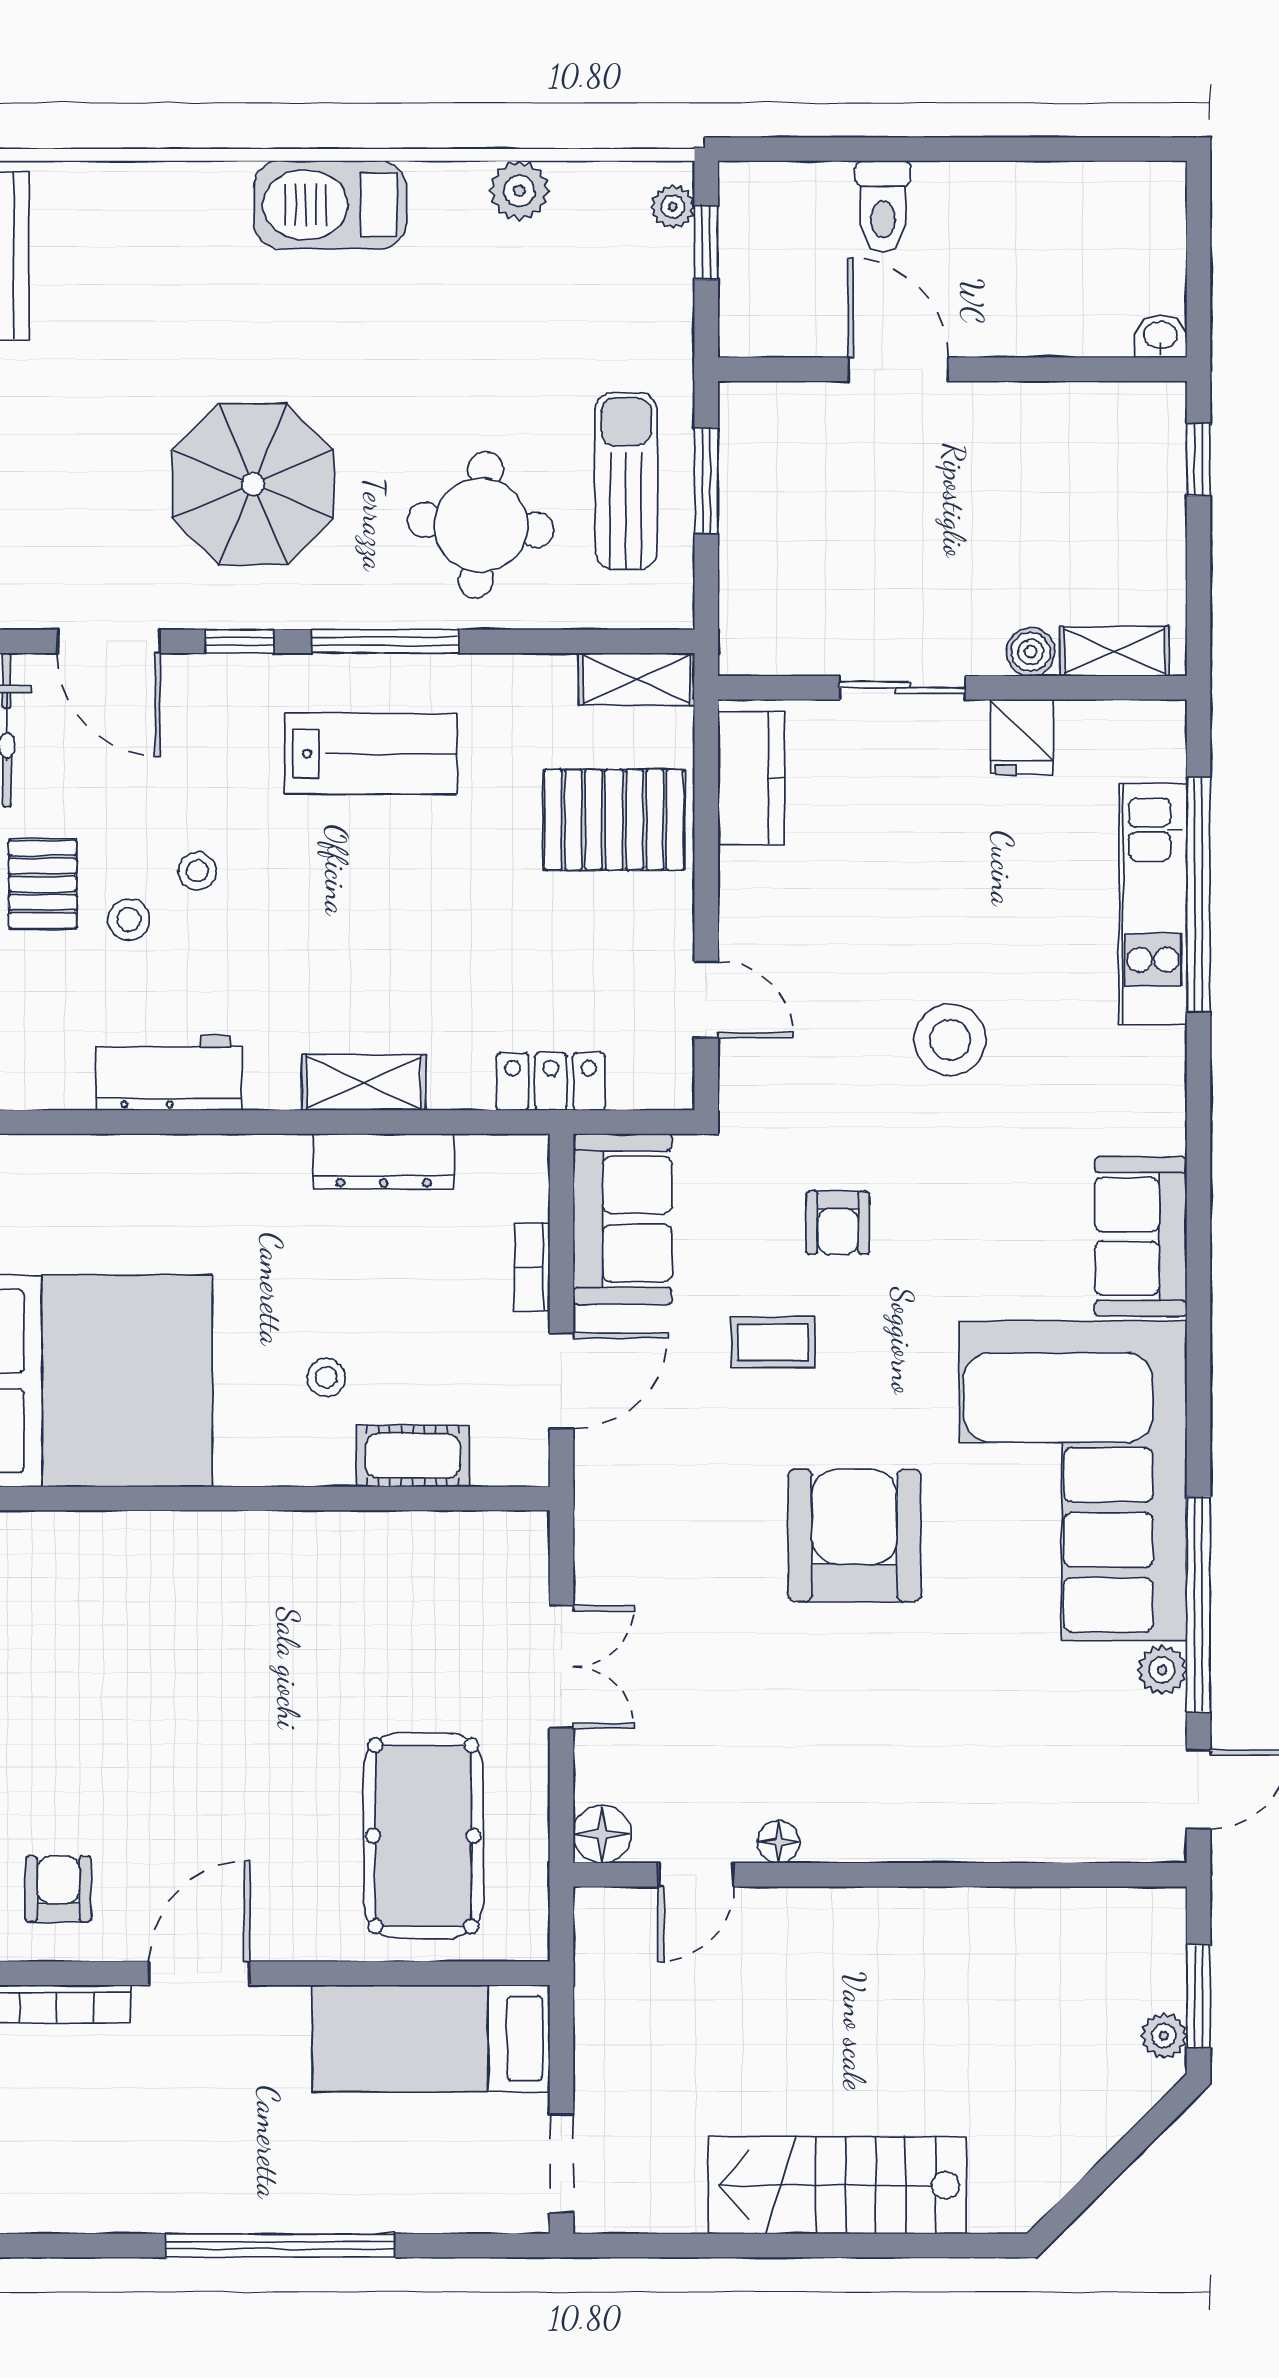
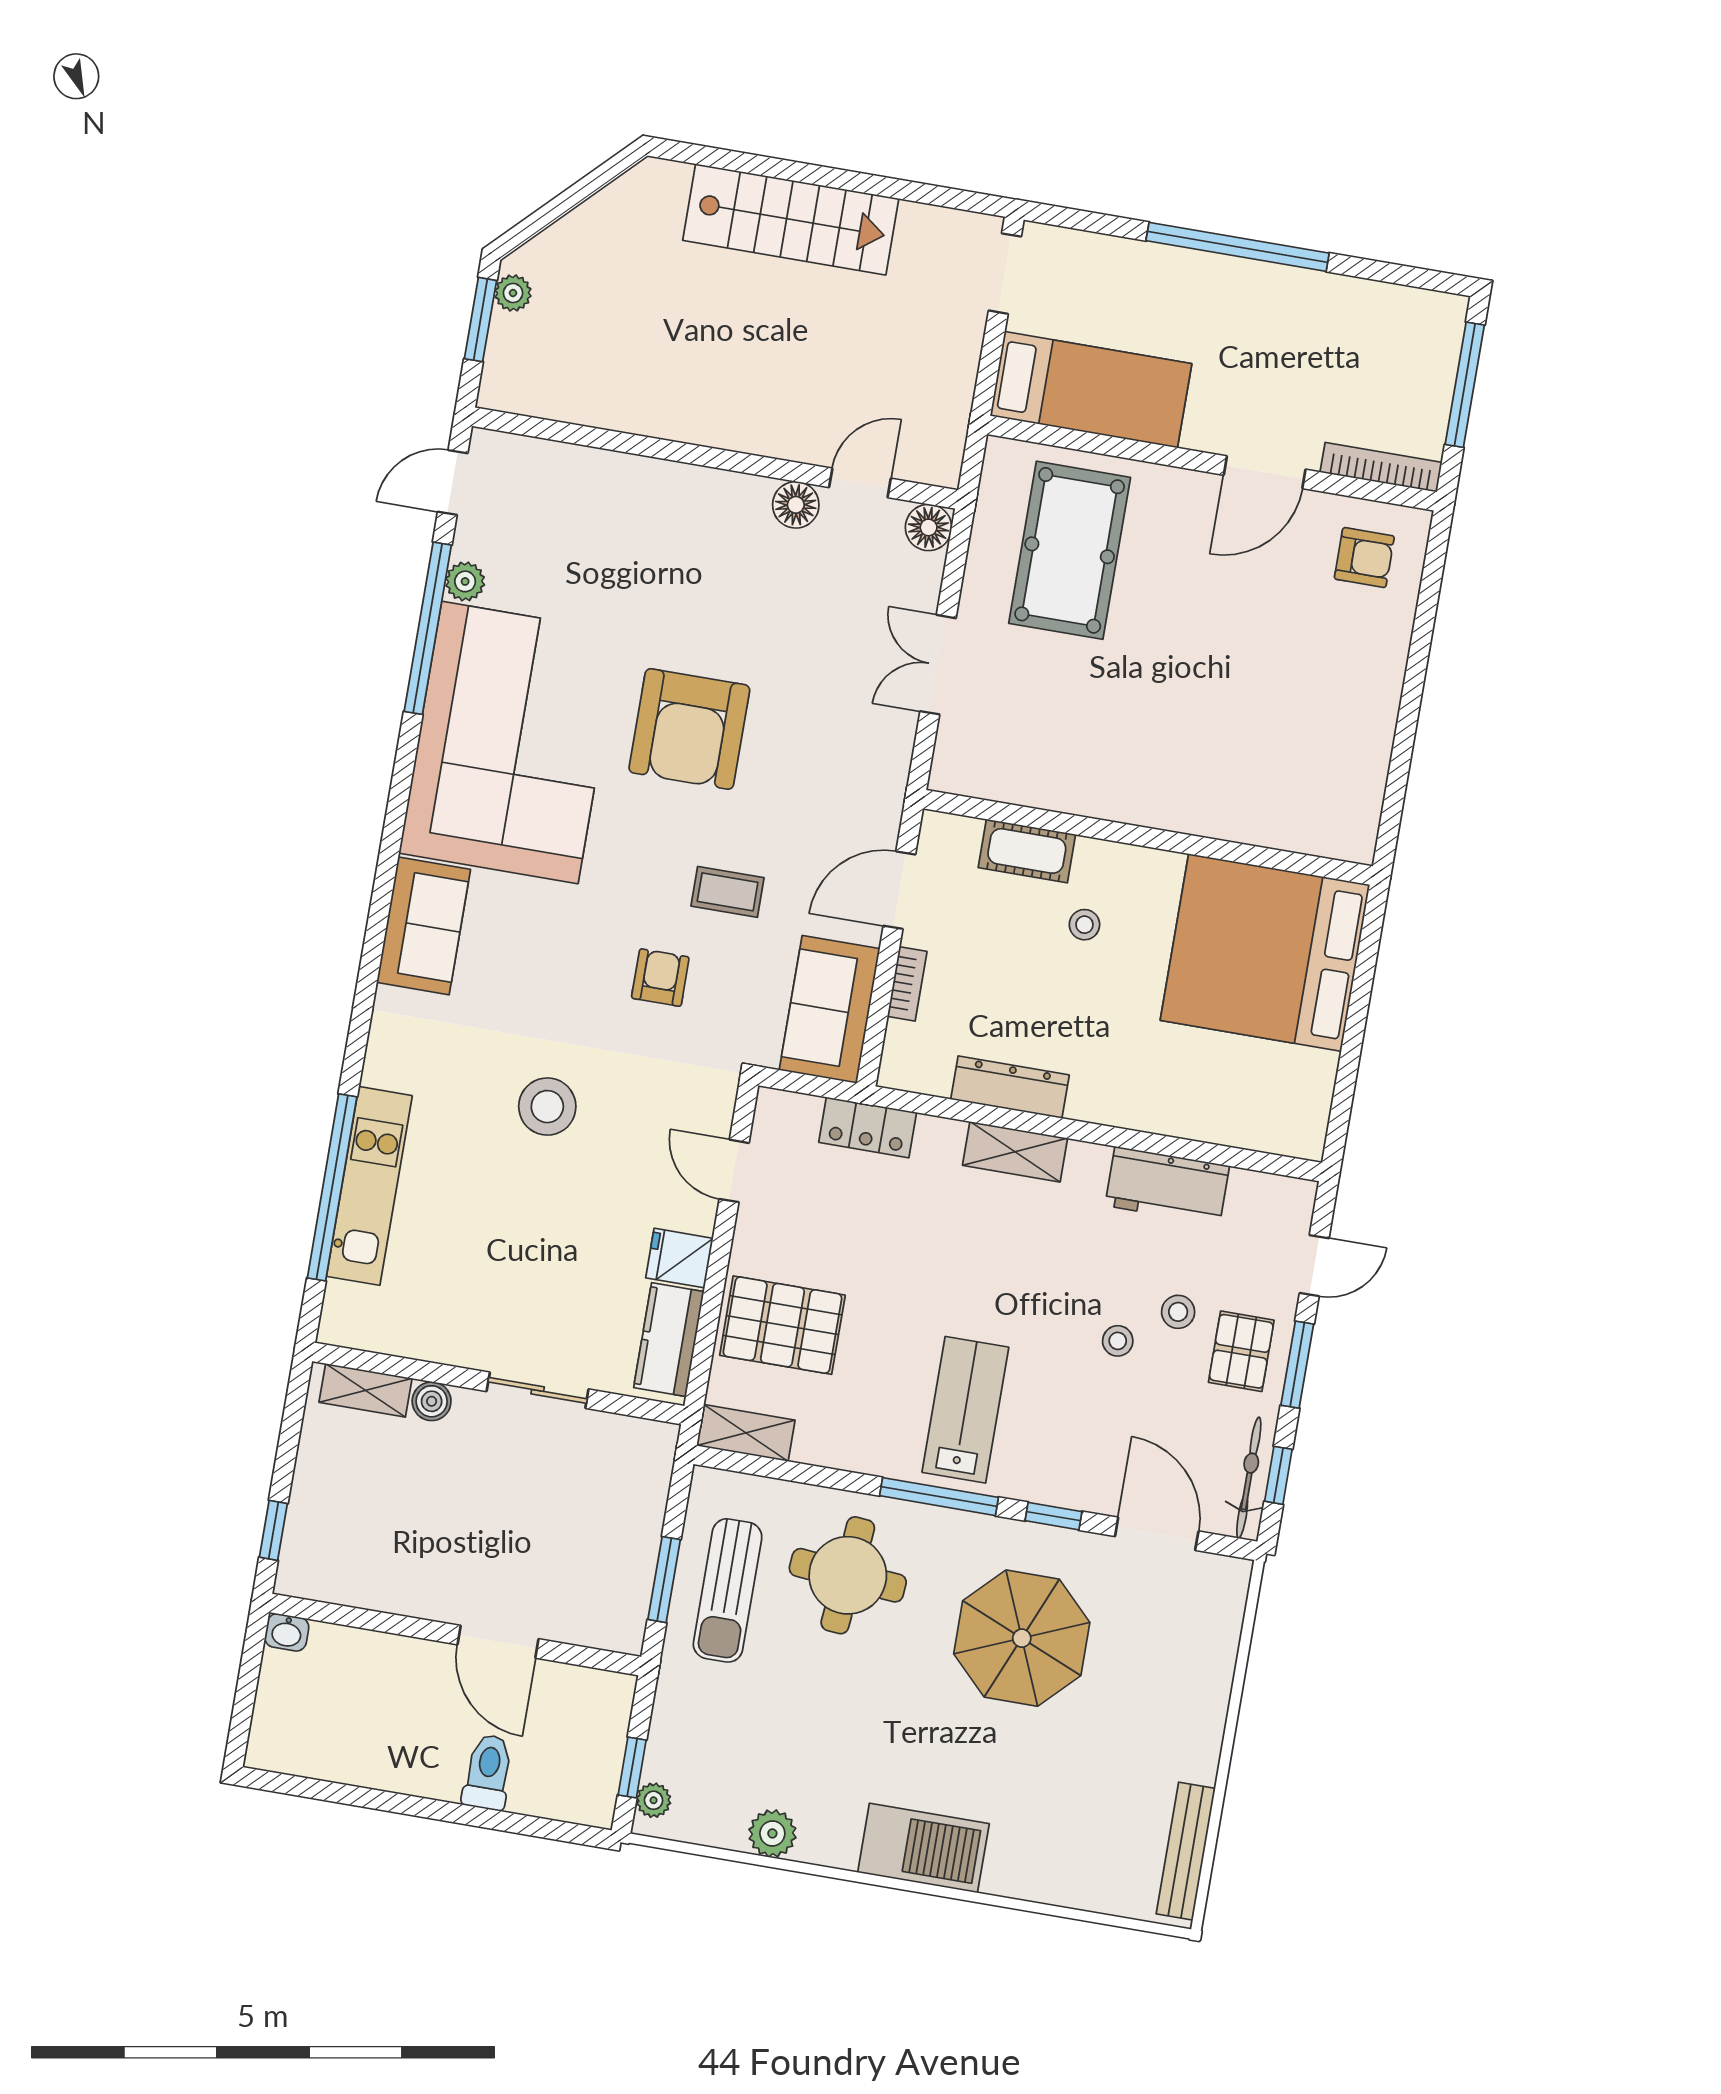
fridge: (1022, 737) -> (679, 1258), moved, turned -90
lab bench: (371, 754) -> (965, 1410), turned 90
floor lamp: (778, 1842) -> (796, 505), width x1.37, depth x1.37
armchair: (58, 1889) -> (1364, 558), turned -90

